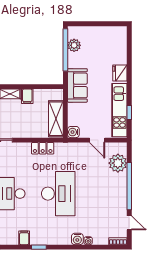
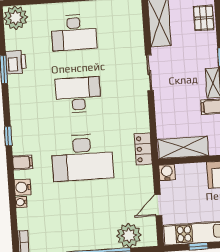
locker: (43, 148) -> (143, 149), moved
filing cabinet: (24, 238) -> (23, 162), moved

